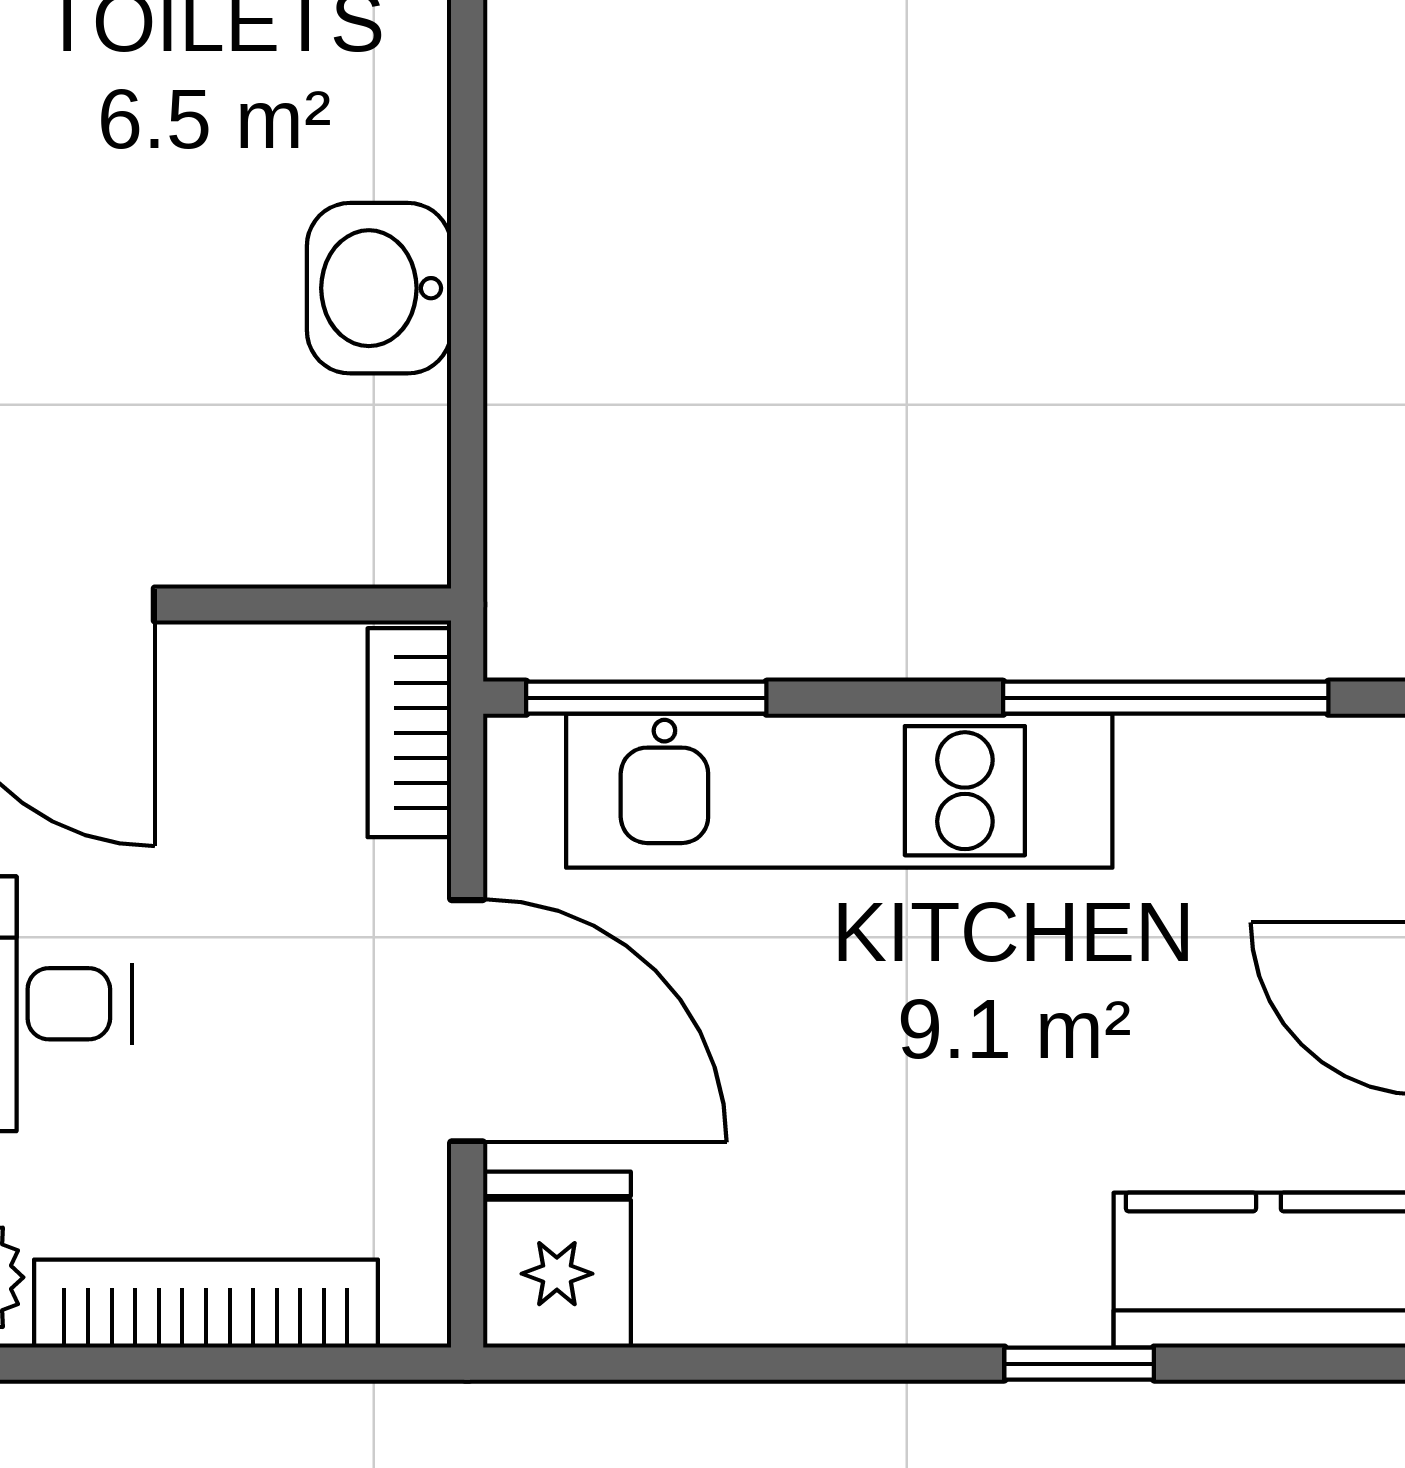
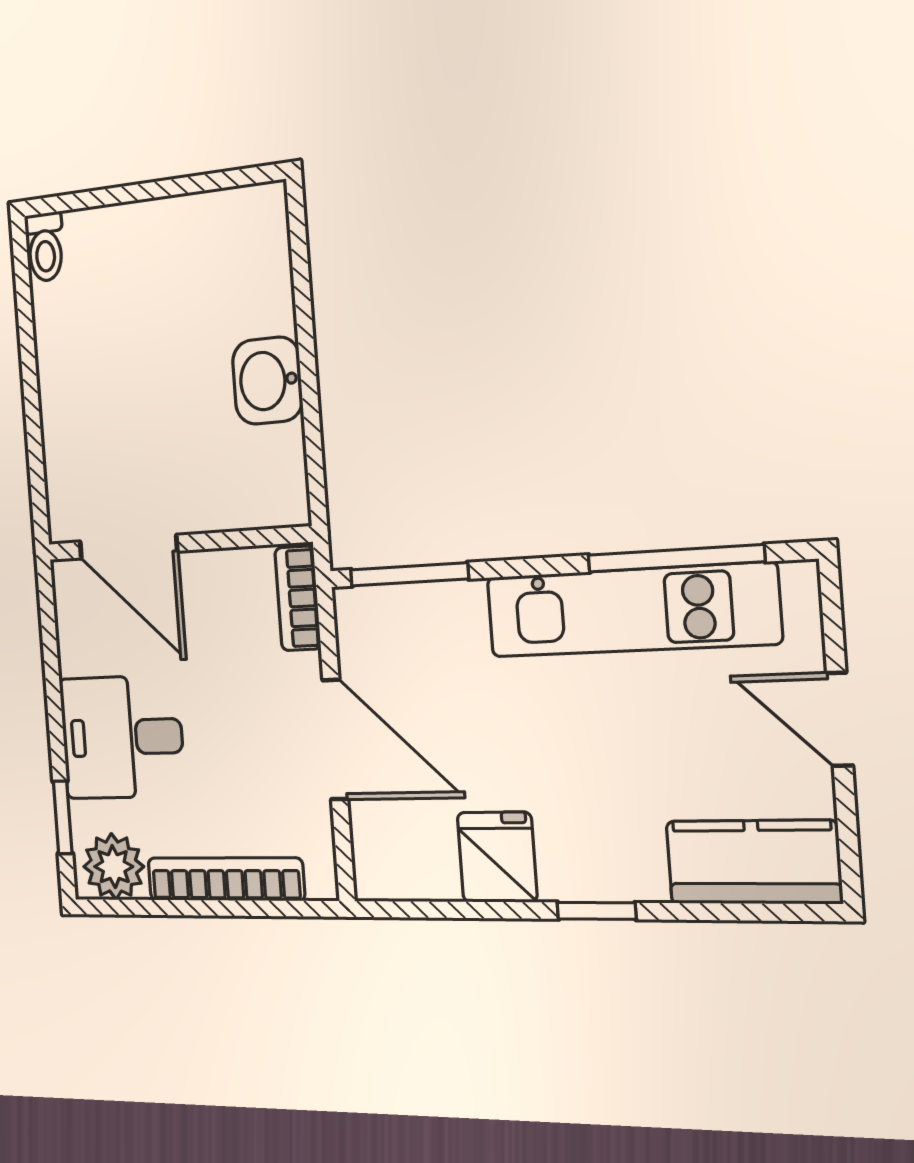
kitchen unit: (839, 791) -> (631, 610), moved
fridge: (557, 1260) -> (497, 857), moved
window: (1079, 1364) -> (596, 911), moved

